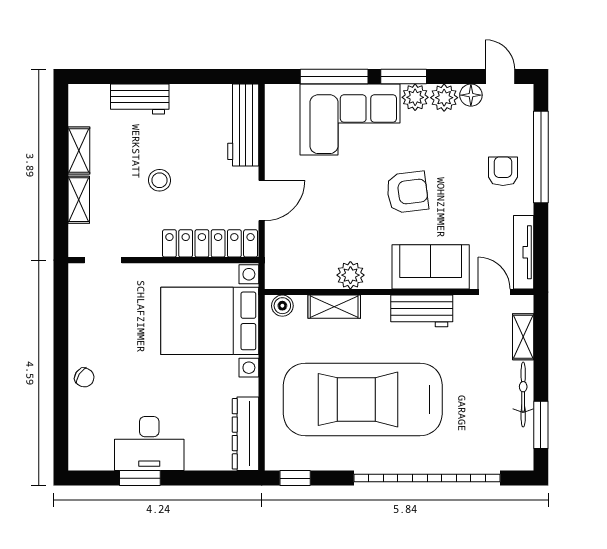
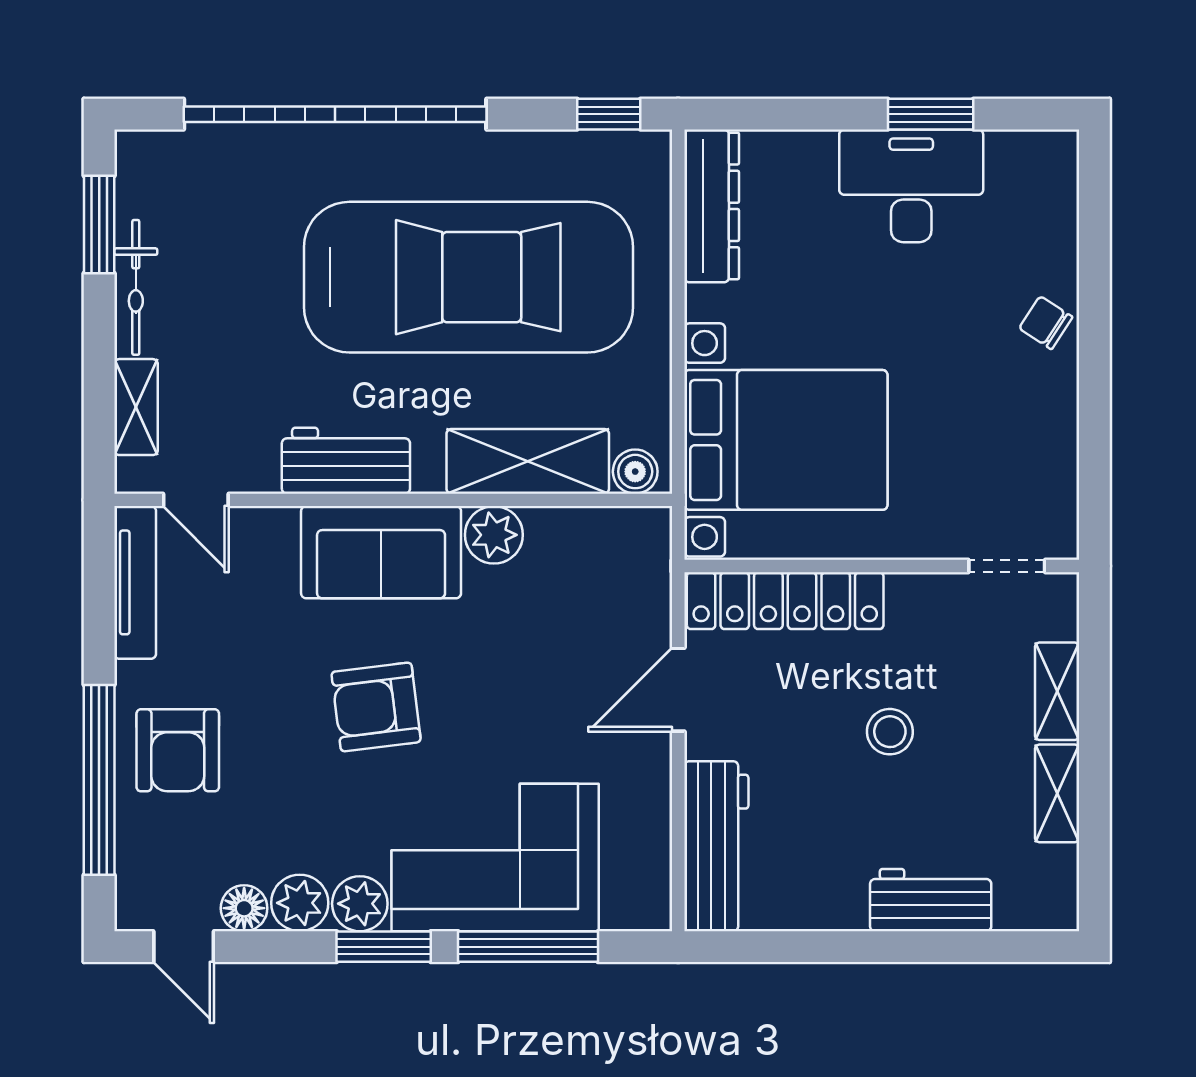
armchair: (503, 171) -> (178, 750), width x1.38, depth x1.38
sofa: (431, 267) -> (381, 552), moved
shelving: (334, 307) -> (528, 461), width x1.50, depth x1.33

